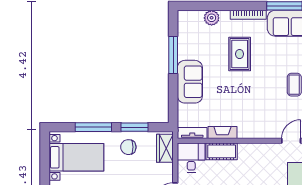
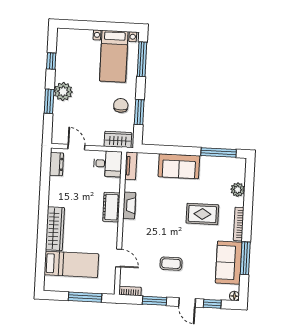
window: (173, 55) -> (219, 153), moved
window: (93, 127) -> (142, 59), moved
fireplace: (222, 132) -> (129, 205), moved
cot: (222, 151) -> (111, 207), moved

